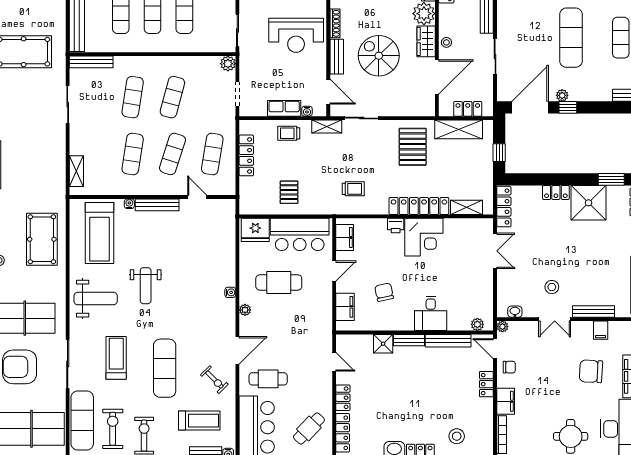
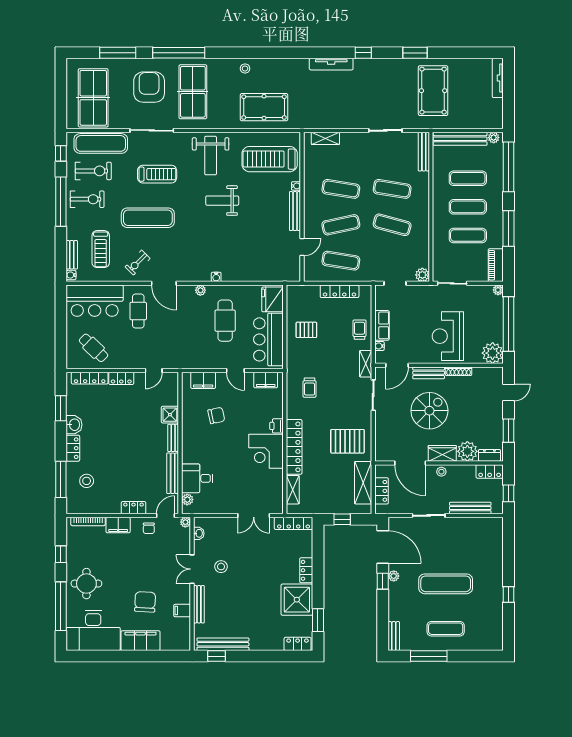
exercise mat: (172, 154) -> (341, 225), turned -30
desk: (431, 313) -> (197, 478), moved

